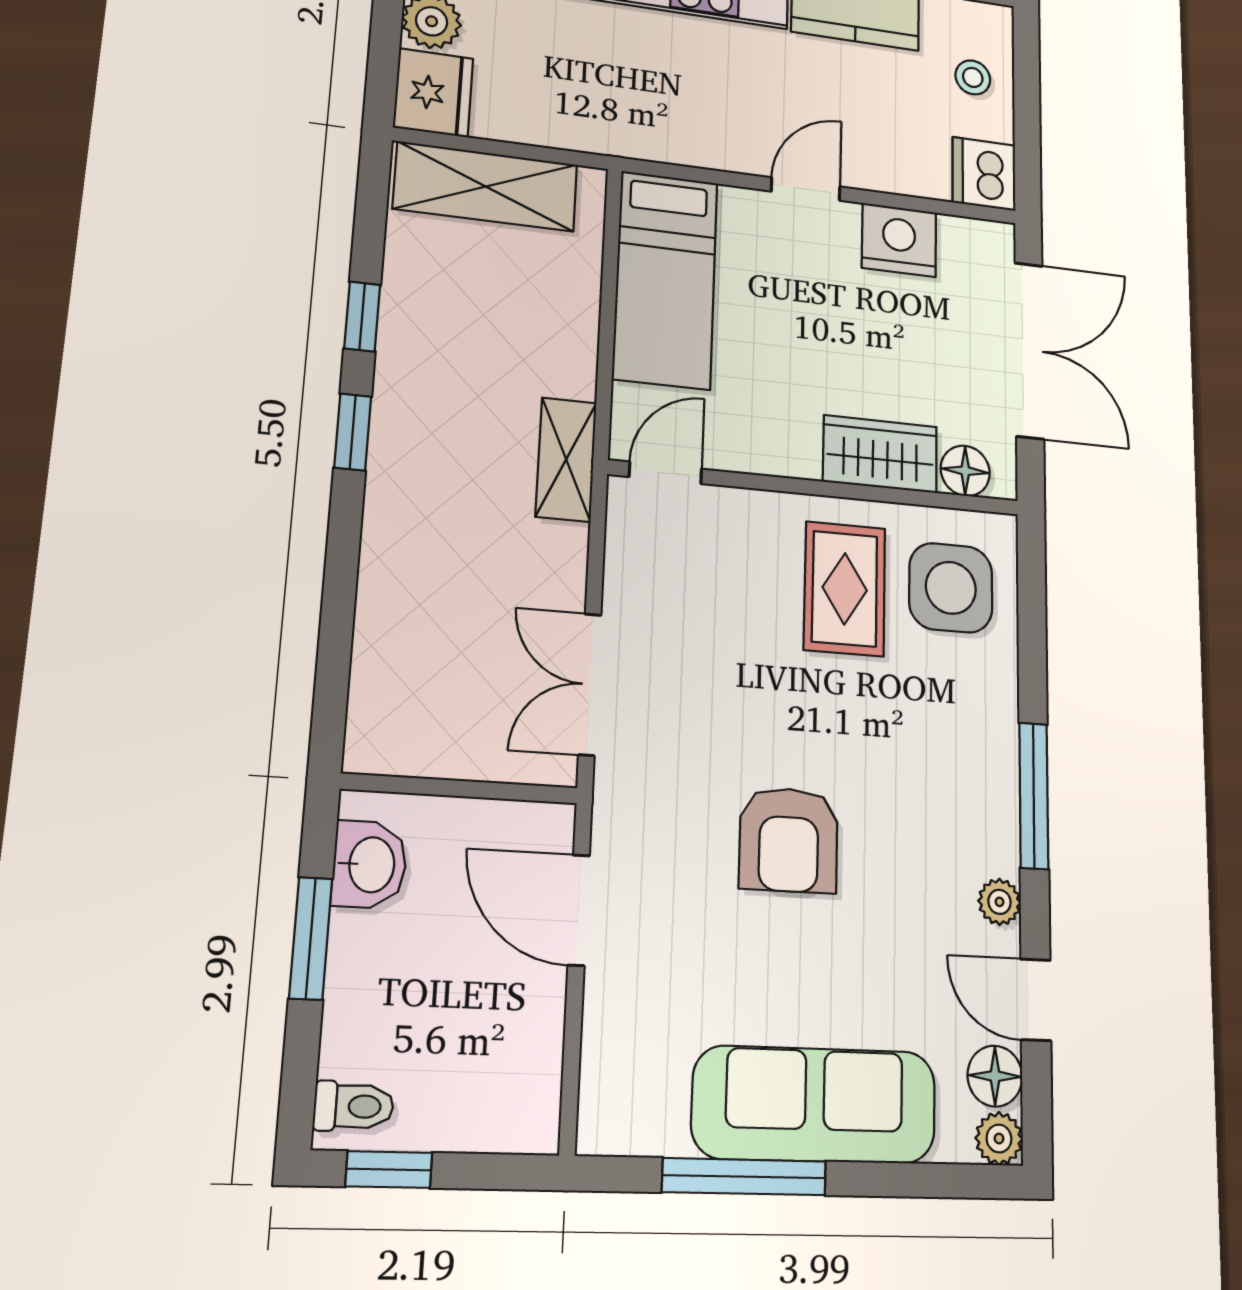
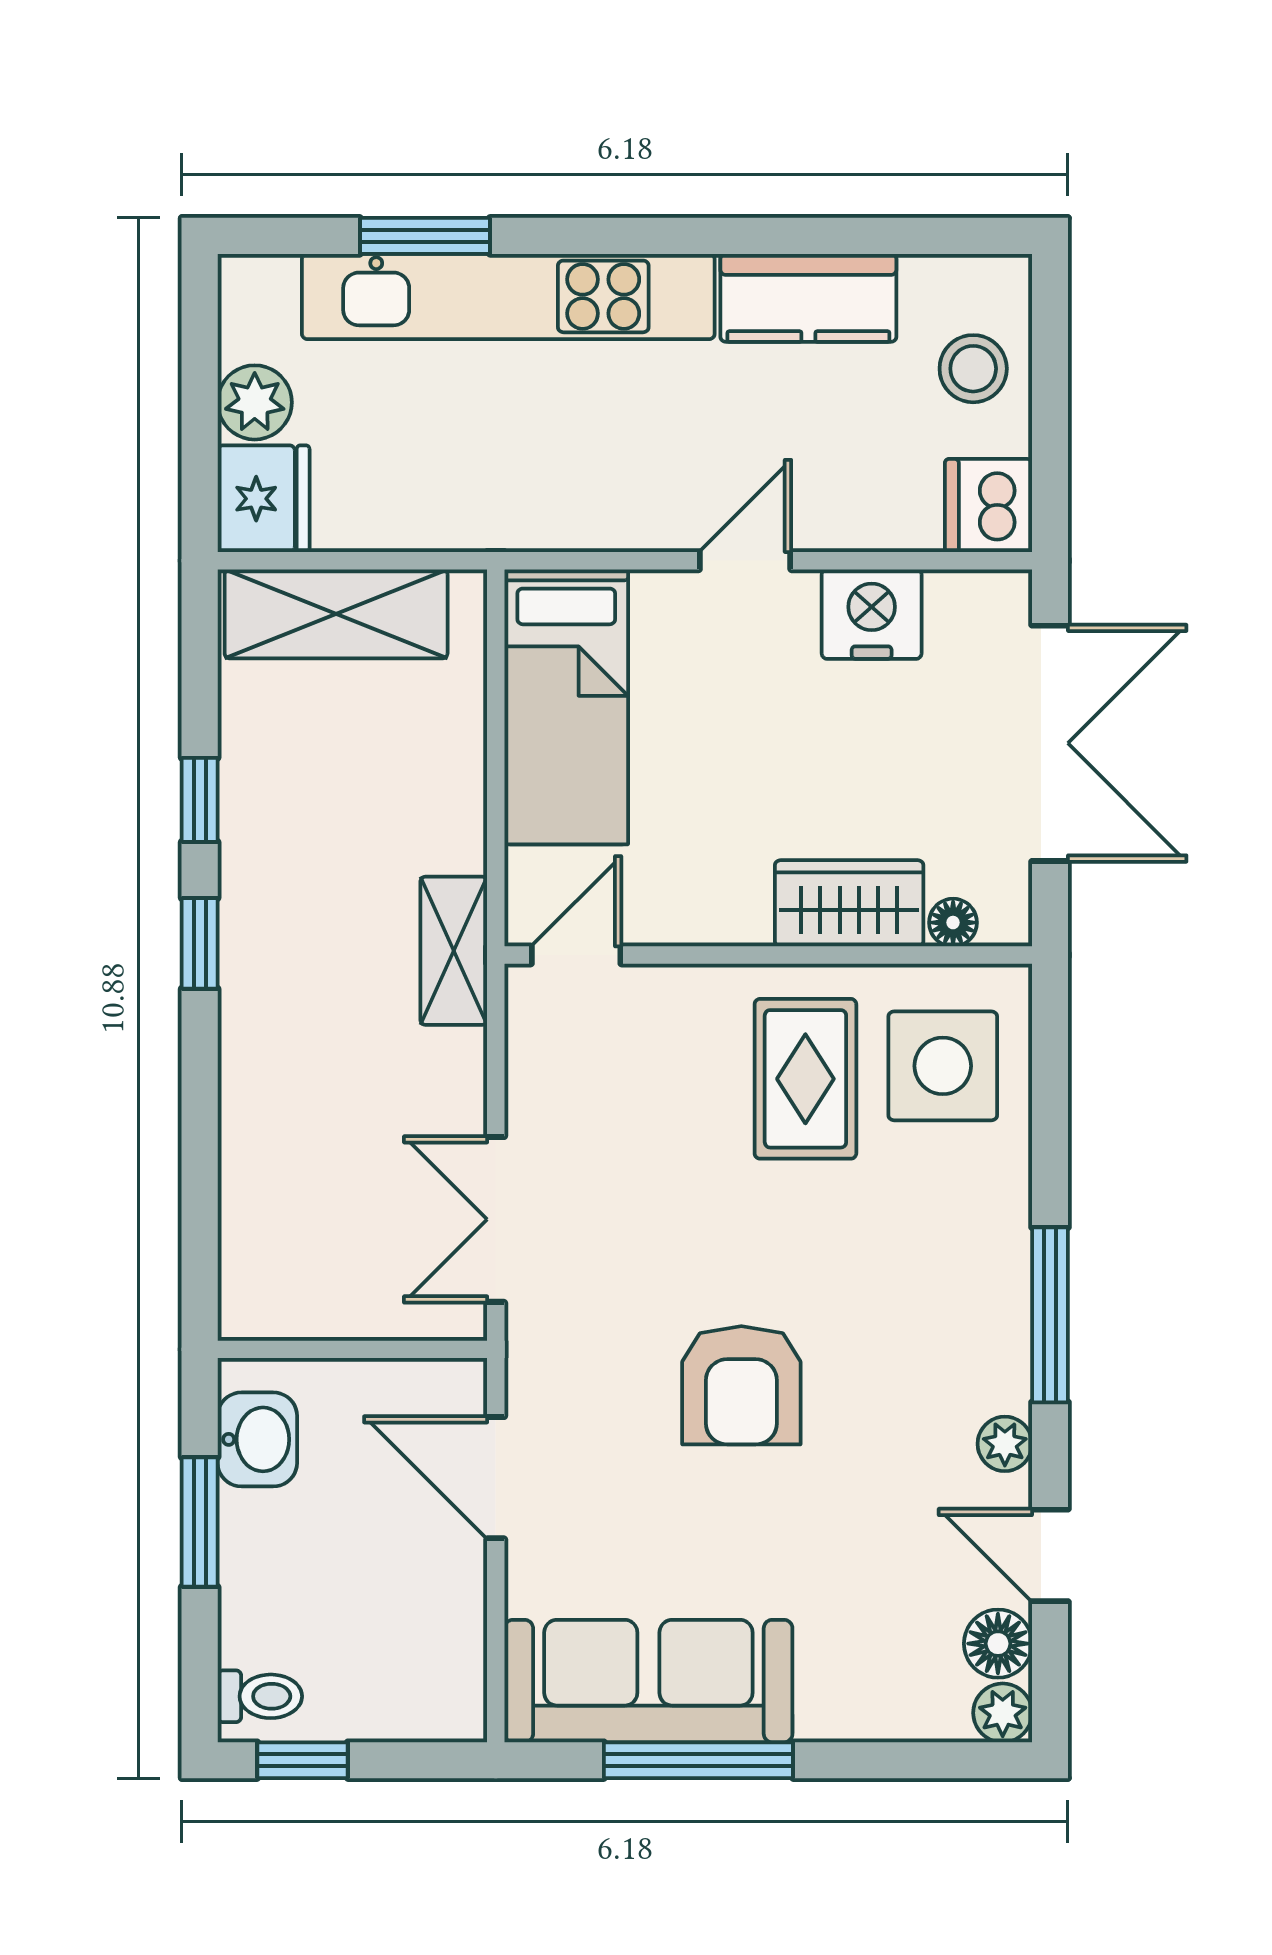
stool: (973, 77) -> (973, 369), width x1.37, depth x1.37
floor lamp: (965, 471) -> (953, 923), width x0.73, depth x0.73
sofa: (815, 1105) -> (648, 1681), moved

